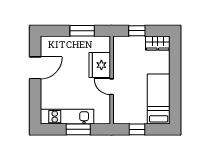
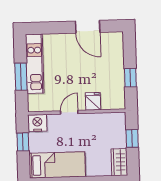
window: (82, 31) -> (130, 78), width x0.67
fridge: (100, 65) -> (93, 101), width x0.53, depth x0.75
nightstand: (120, 116) -> (37, 123), added

